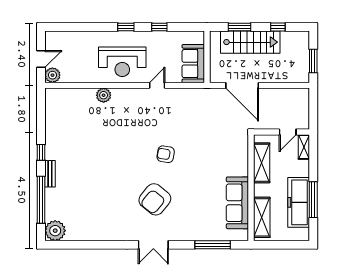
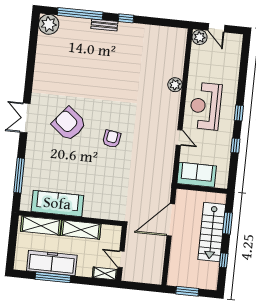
shelving: (262, 163) -> (81, 230), moved

